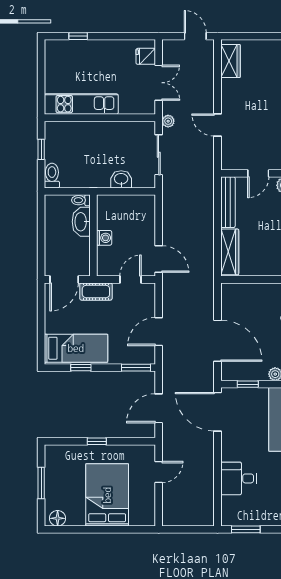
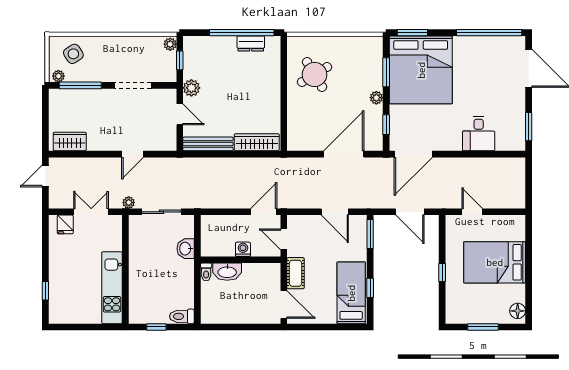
toilet: (81, 200) -> (206, 272), moved
washbasin: (81, 222) -> (227, 272), moved
wall: (93, 235) -> (241, 260), moved
washing machine: (104, 238) -> (243, 249), moved

